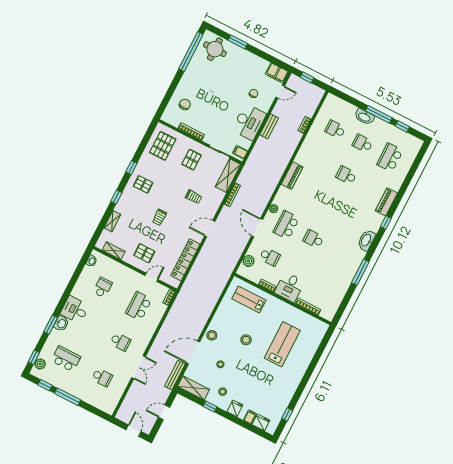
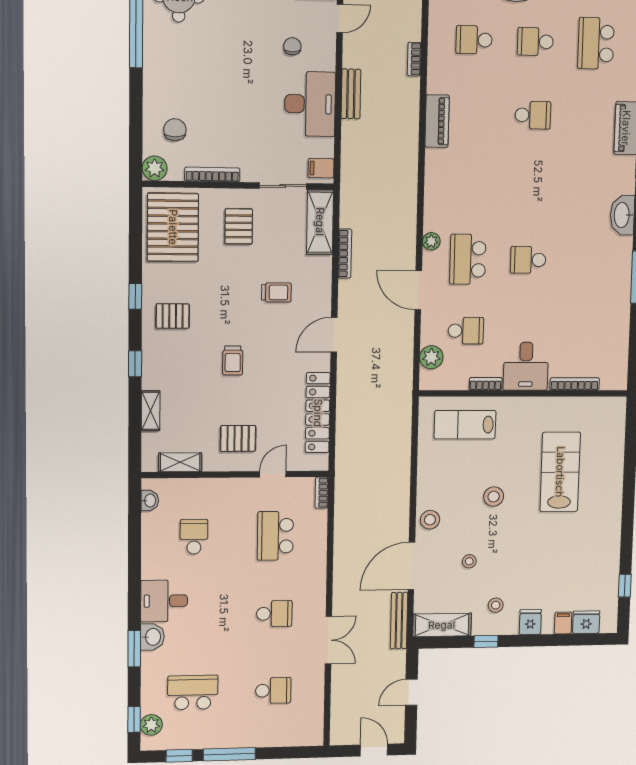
plant: (168, 117) -> (155, 168), added
pallet: (163, 146) -> (173, 227), width x1.37, depth x1.41
school desk: (346, 175) -> (533, 115), turned 180
piano: (292, 176) -> (437, 121), moved

